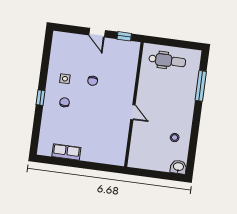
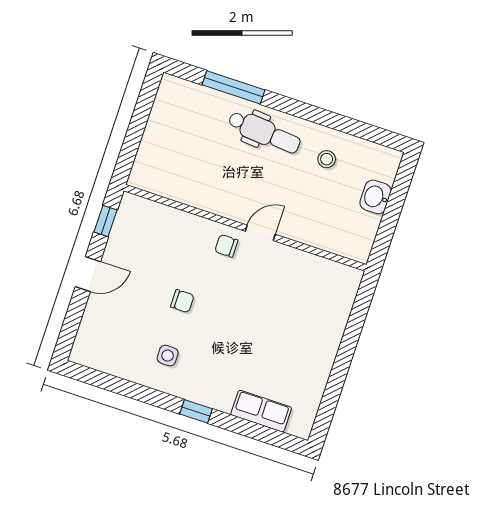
dental chair: (167, 61) -> (264, 132), moved, turned 95
chair: (65, 102) -> (226, 246), moved
row of seats: (66, 152) -> (261, 411), moved, turned 90
washbasin: (178, 167) -> (376, 197), moved

